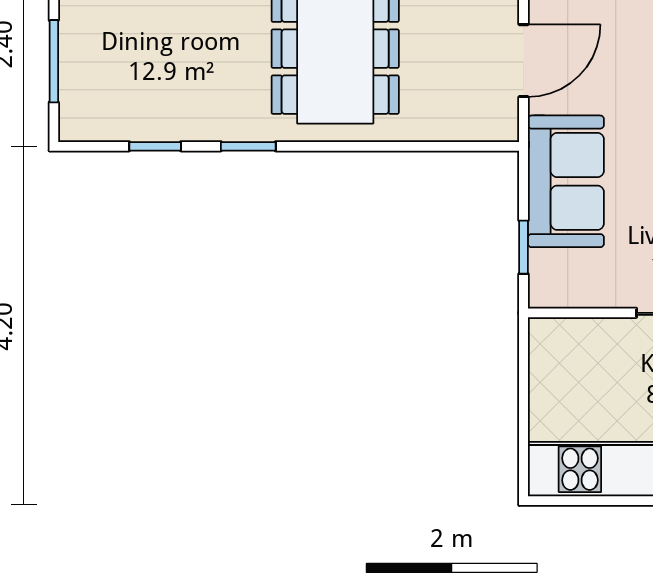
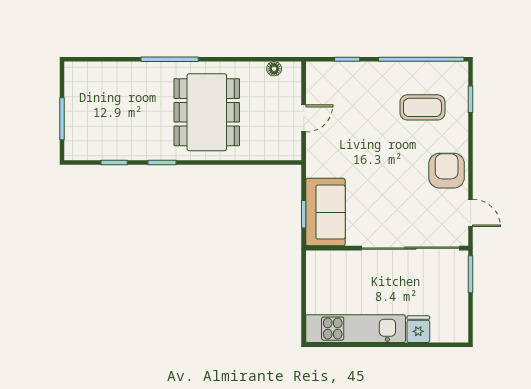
door: (523, 61) -> (304, 118), width x0.73
sofa: (566, 181) -> (325, 212), moved

